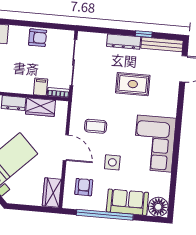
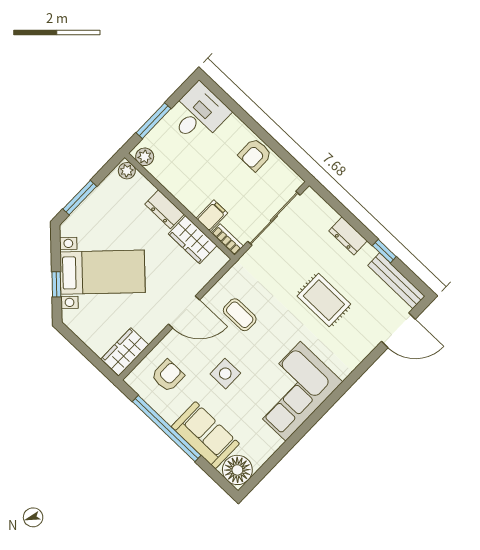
armchair: (38, 38) -> (255, 155), turned 90
dresser: (124, 42) -> (348, 236), width x0.70
door: (66, 148) -> (184, 312), hinge flipped

